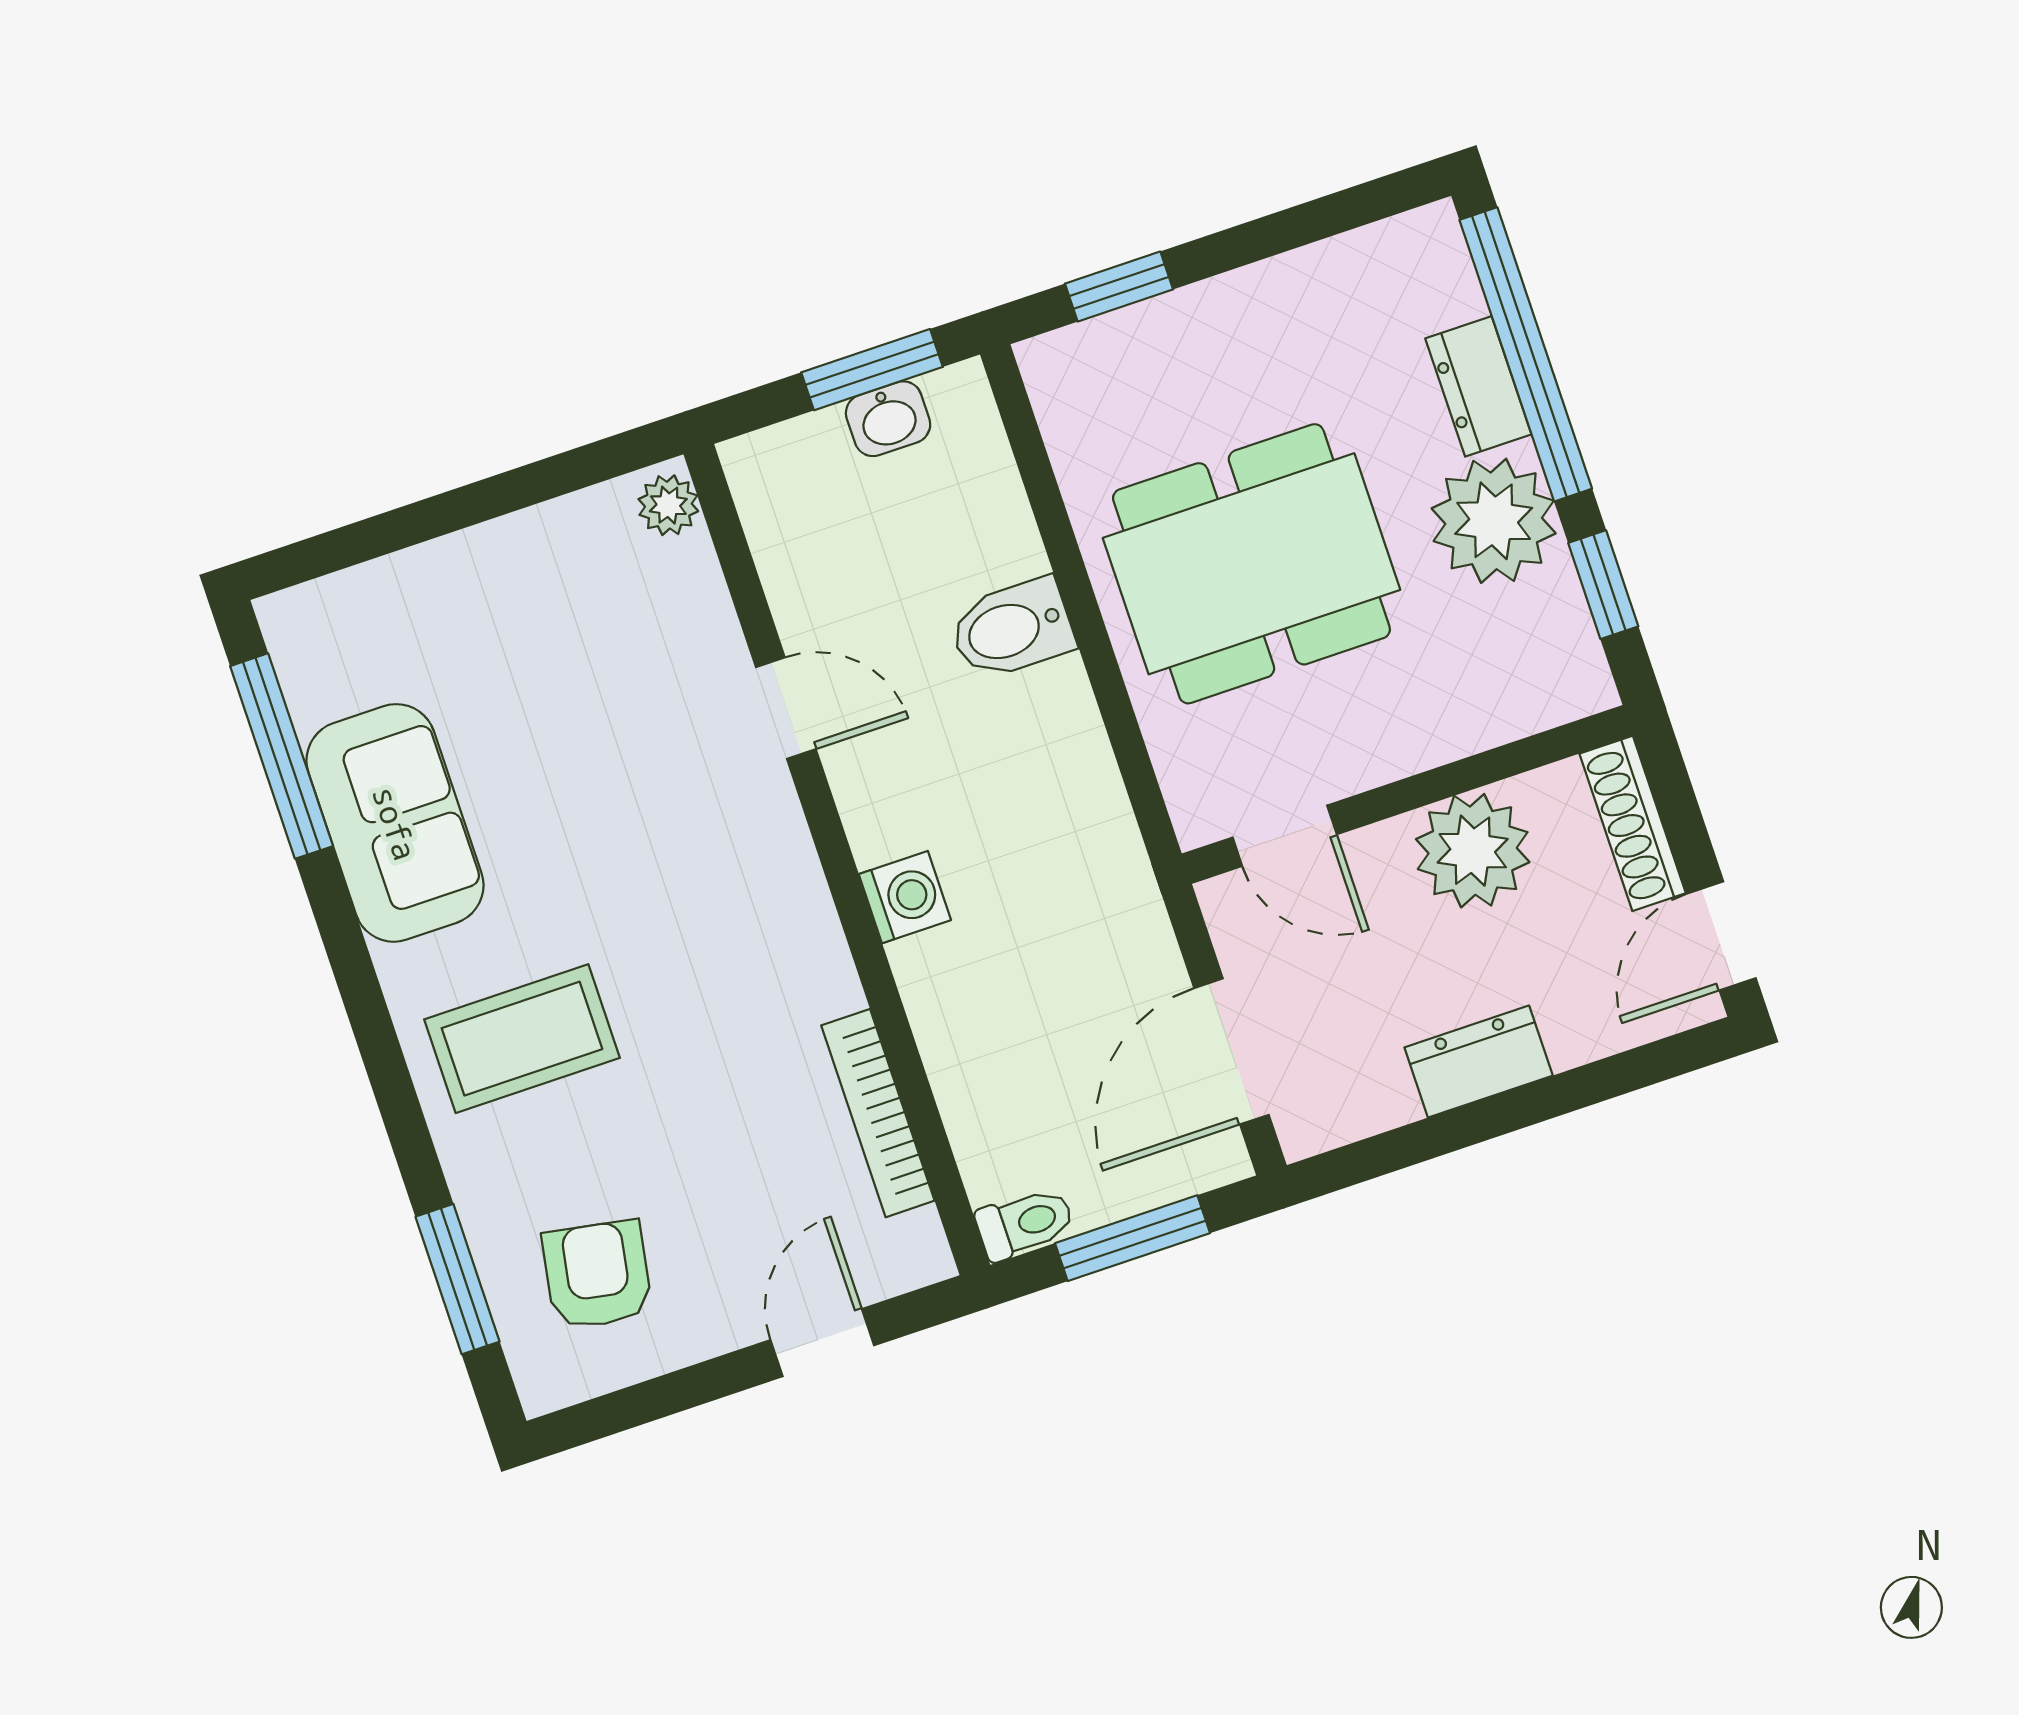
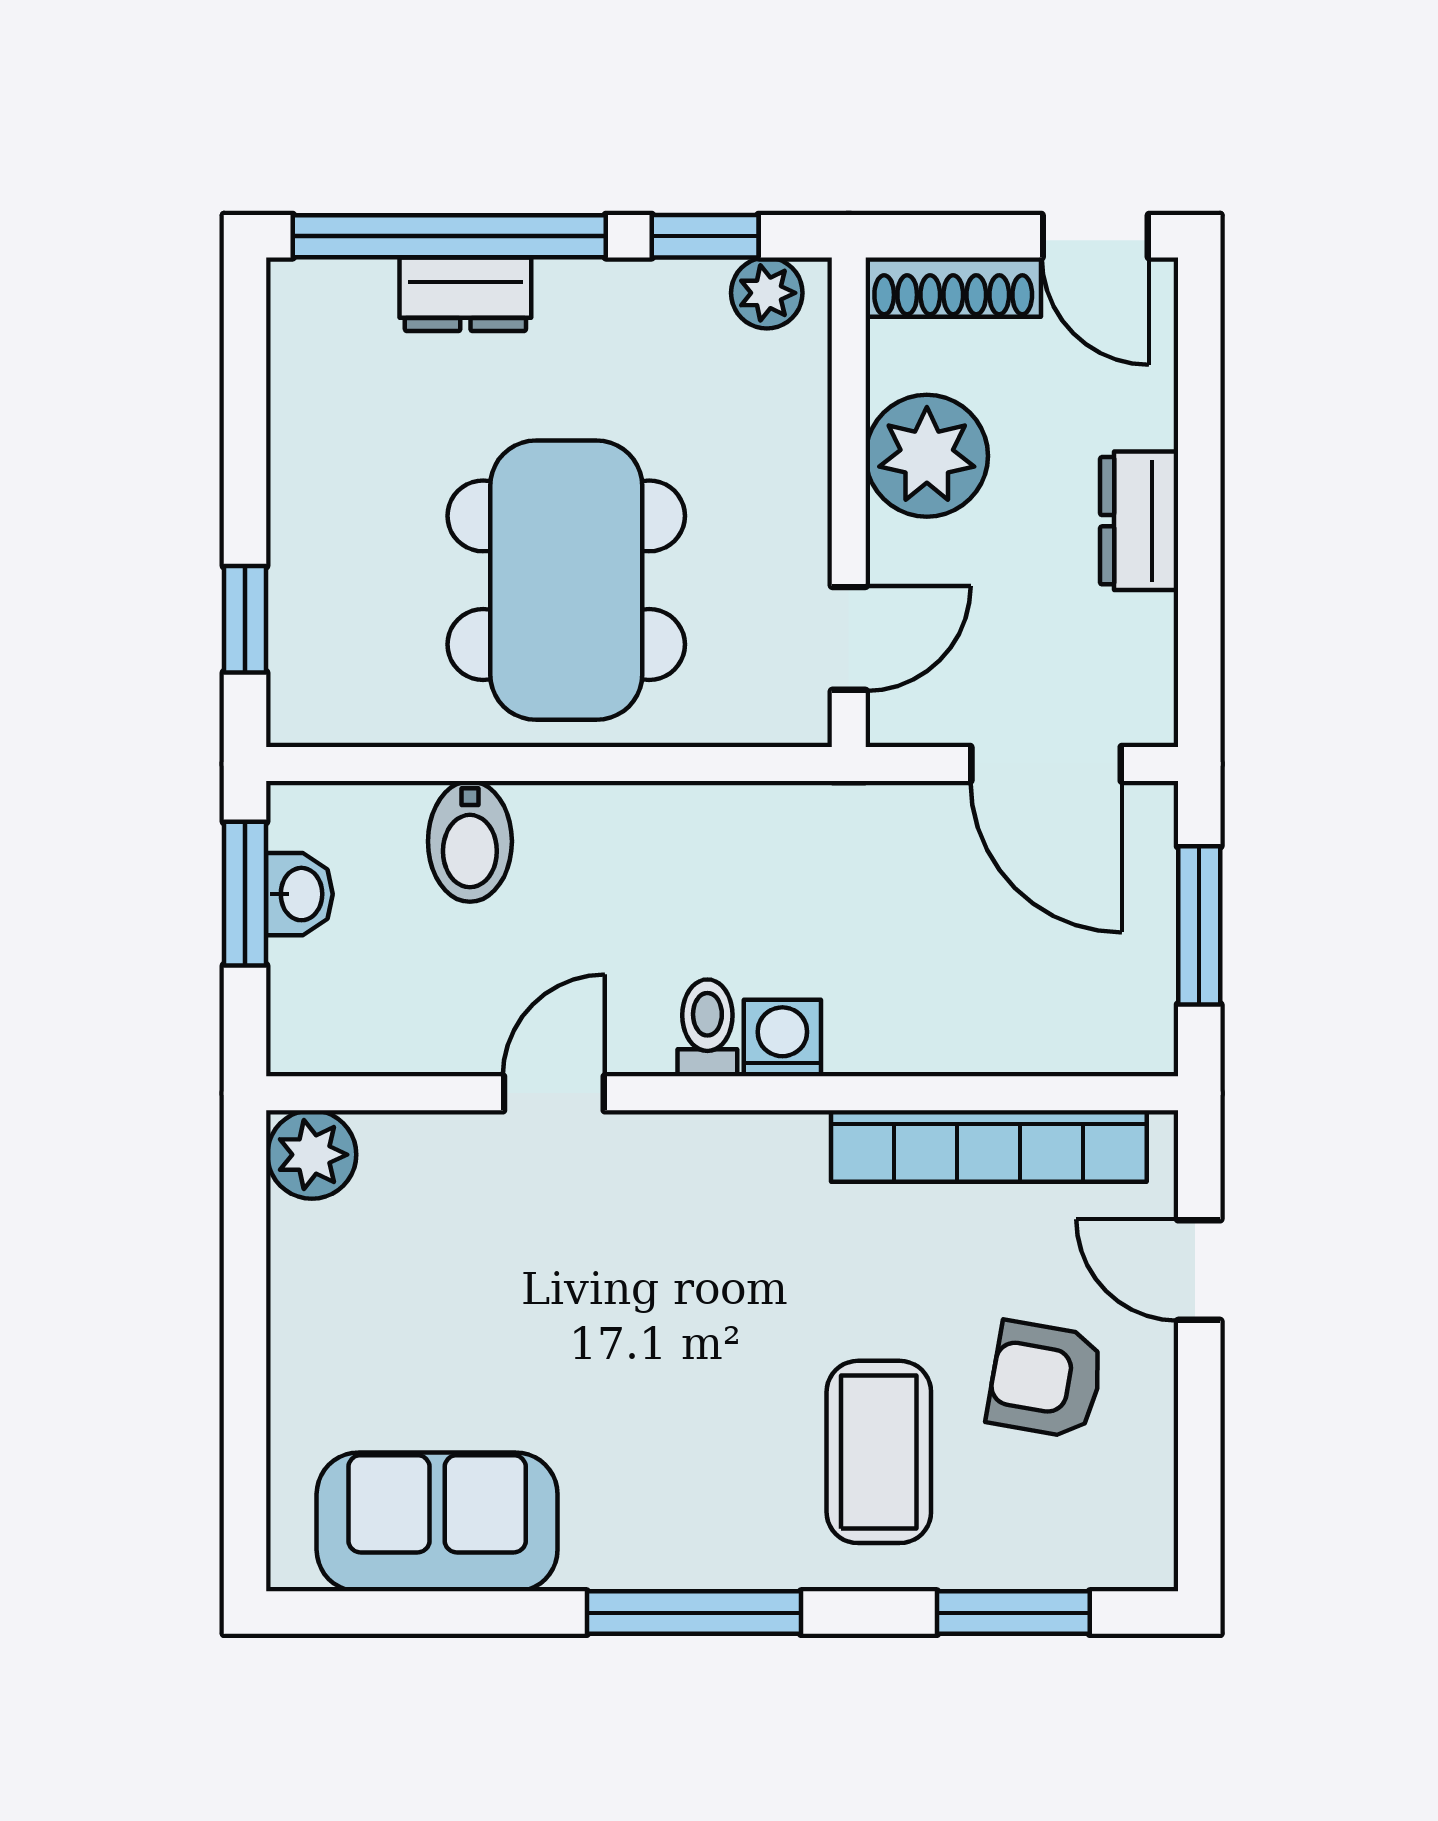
plant: (668, 505) -> (312, 1155), width x1.38, depth x1.38
plant: (1494, 521) -> (767, 293), moved, width x0.53, depth x0.53
bidet: (1012, 629) -> (470, 841), moved
window: (282, 756) -> (694, 1613), moved
sofa: (395, 823) -> (437, 1522), moved
coffee table: (522, 1039) -> (879, 1452), moved
bookcase: (878, 1113) -> (989, 1146), width x1.48, depth x1.31
toilet: (1025, 1223) -> (707, 1028), moved
armchair: (597, 1275) -> (1046, 1380), moved

